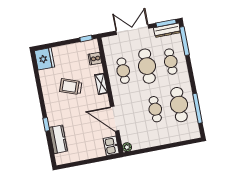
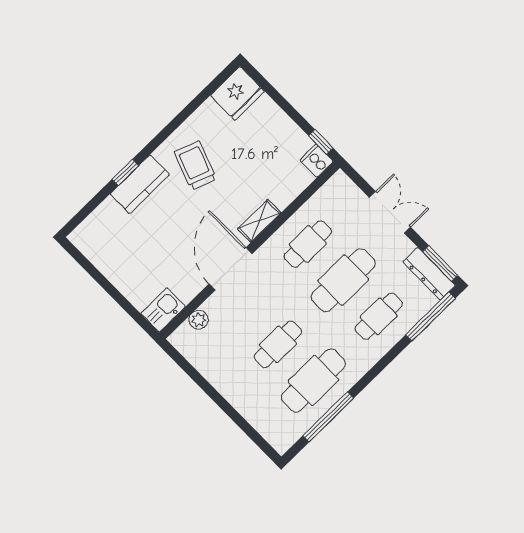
double door: (132, 30) -> (390, 212), width x0.73
cooker: (95, 59) -> (317, 161), moved
trolley: (71, 87) -> (195, 166), moved
door: (115, 119) -> (231, 269), moved
kitchen counter: (58, 139) -> (140, 184), moved
plant: (127, 147) -> (199, 320), moved

